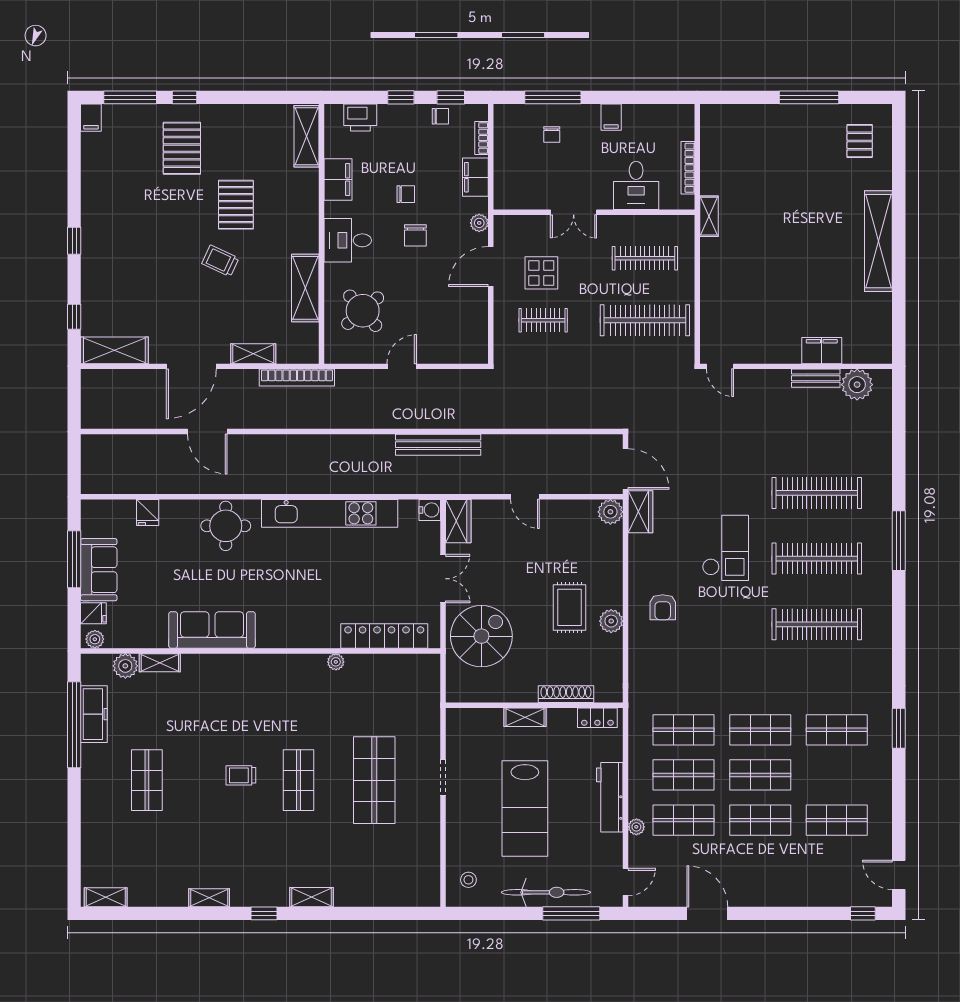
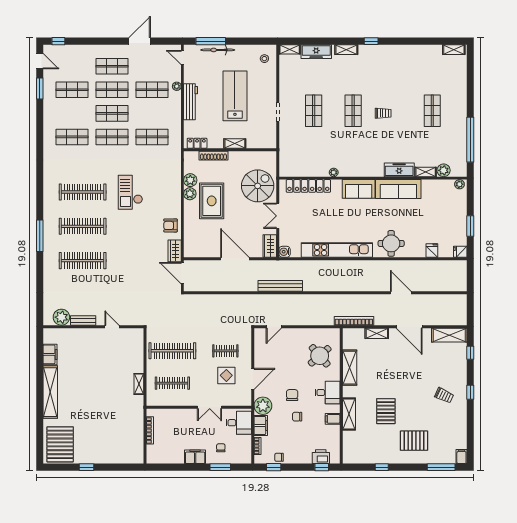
window: (185, 97) -> (382, 467), moved
window: (401, 97) -> (322, 467), moved
window: (553, 97) -> (220, 467), width x0.69
window: (809, 97) -> (87, 467), width x0.46
filing cabinet: (611, 117) -> (195, 457), width x2.00
shelving: (306, 136) -> (349, 414), moved
pallet: (860, 141) -> (60, 444), width x2.05, depth x2.00
pallet: (182, 148) -> (414, 441), turned 90
filing cabinet: (338, 179) -> (333, 419), width x0.50
desk: (636, 185) -> (239, 423), moved, turned 90
double door: (574, 212) -> (210, 407), swing flipped
shelving: (709, 216) -> (139, 384), moved
plant: (479, 223) -> (263, 406), width x1.87, depth x1.87
trolley: (220, 261) -> (444, 395), moved
filing cabinet: (822, 351) -> (50, 354), moved, turned -90
door: (191, 366) -> (409, 327), swing flipped
door: (402, 366) -> (274, 327), moved
door: (720, 366) -> (112, 327), moved
door: (525, 497) -> (235, 259), width x1.87
plant: (610, 512) -> (190, 180), moved
checkout: (726, 548) -> (130, 192), moved
window: (74, 559) -> (470, 226), width x0.69
sofa: (99, 570) -> (359, 189), moved, turned -90
rug: (569, 607) -> (212, 201), width x1.36, depth x1.43
armchair: (663, 607) -> (170, 225), moved, turned -90
fridge: (93, 613) -> (460, 252), moved
spiral stairs: (481, 636) -> (258, 186), turned 180
freezer: (94, 714) -> (399, 170), moved, turned 90
window: (899, 728) -> (40, 89), moved
shop shelf: (684, 775) -> (112, 66), moved
shop shelf: (374, 780) -> (314, 111), width x0.70, depth x0.74
door: (626, 882) -> (182, 57), hinge flipped
bicycle: (546, 892) -> (218, 50), width x0.73, depth x0.71
freezer: (369, 893) -> (316, 52), added
shelving: (209, 898) -> (290, 49), moved
door: (707, 913) -> (140, 41), swing flipped

